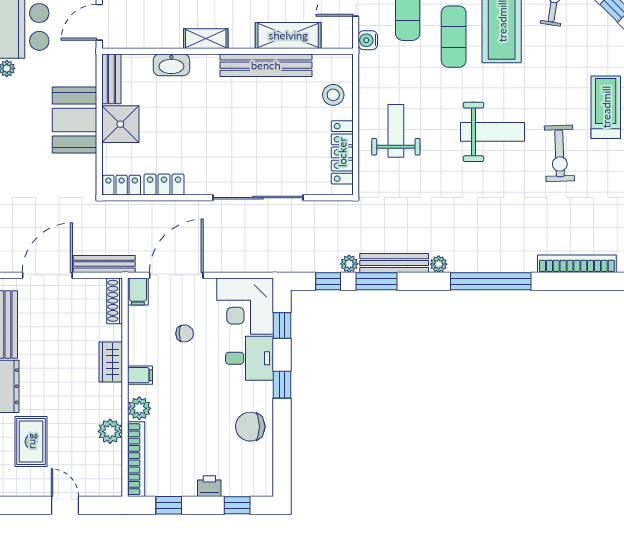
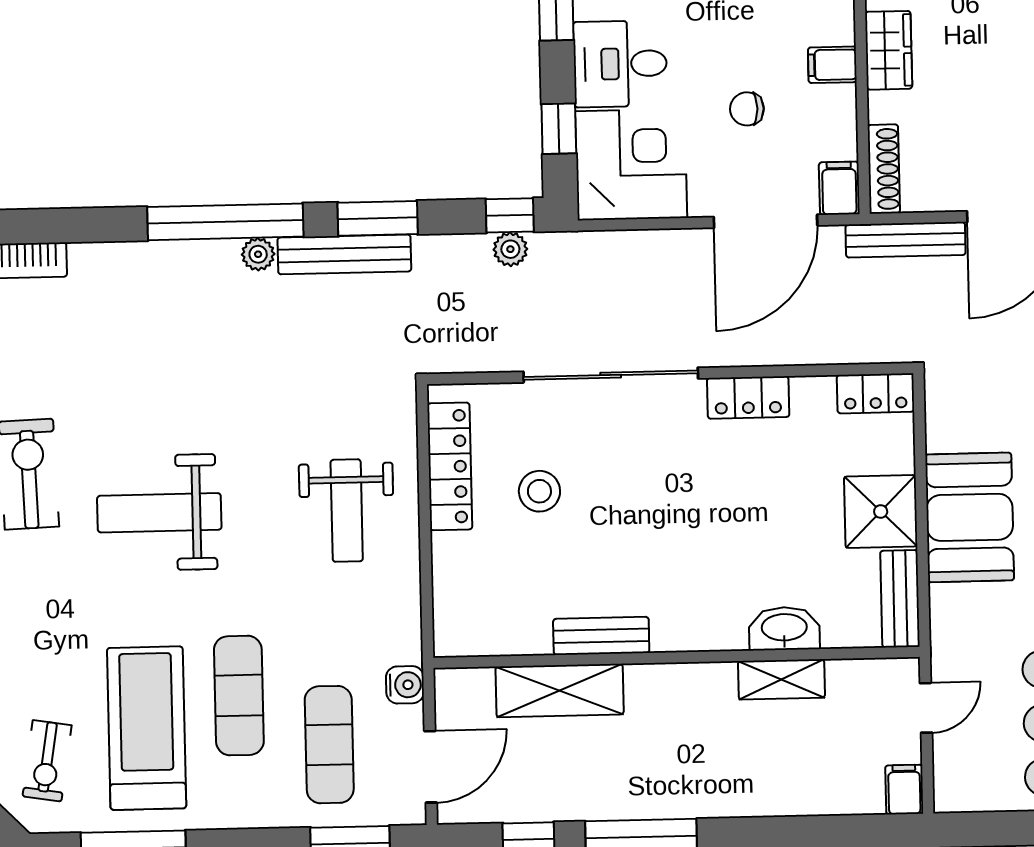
door: (99, 22) -> (926, 708), width x0.73
shelving: (206, 39) -> (781, 679), moved
bench: (266, 65) -> (601, 636), width x0.54, depth x0.82
stool: (333, 95) -> (539, 491), moved
locker: (164, 184) -> (748, 397), moved
plant: (349, 264) -> (510, 249), moved
window: (328, 281) -> (510, 215), moved
window: (491, 281) -> (225, 222), moved
filing cabinet: (140, 375) -> (832, 65), moved

